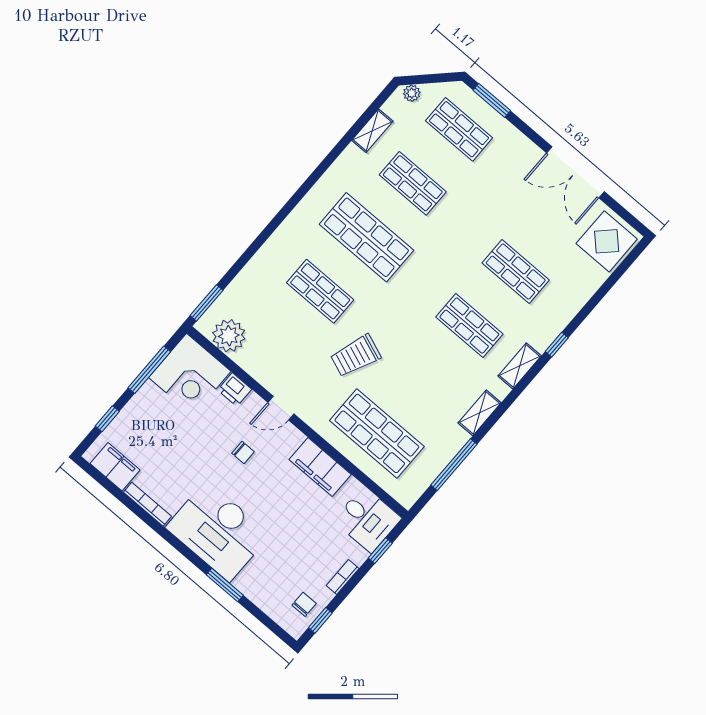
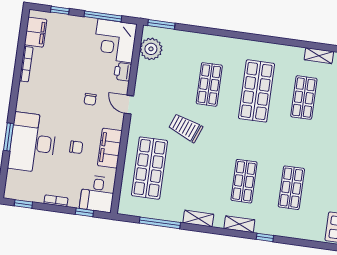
desk: (218, 531) -> (32, 143), moved
chair: (304, 604) -> (76, 147), moved

